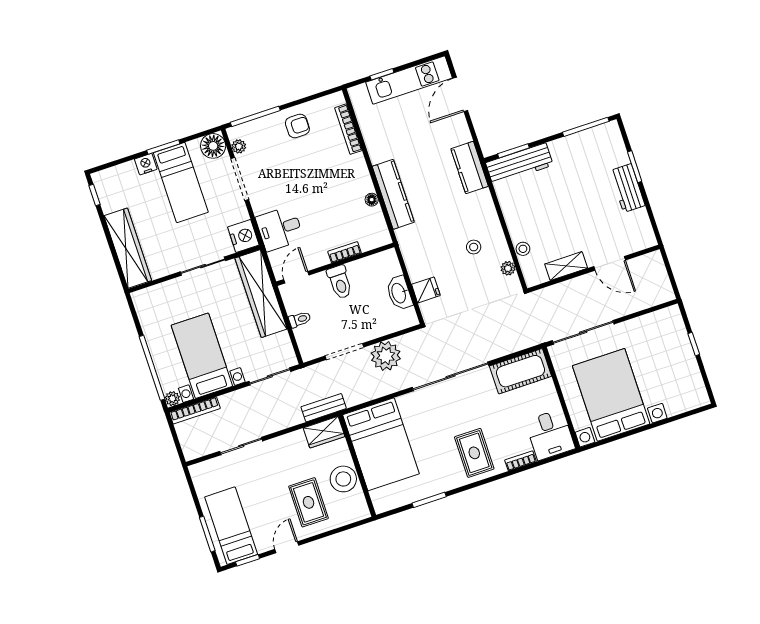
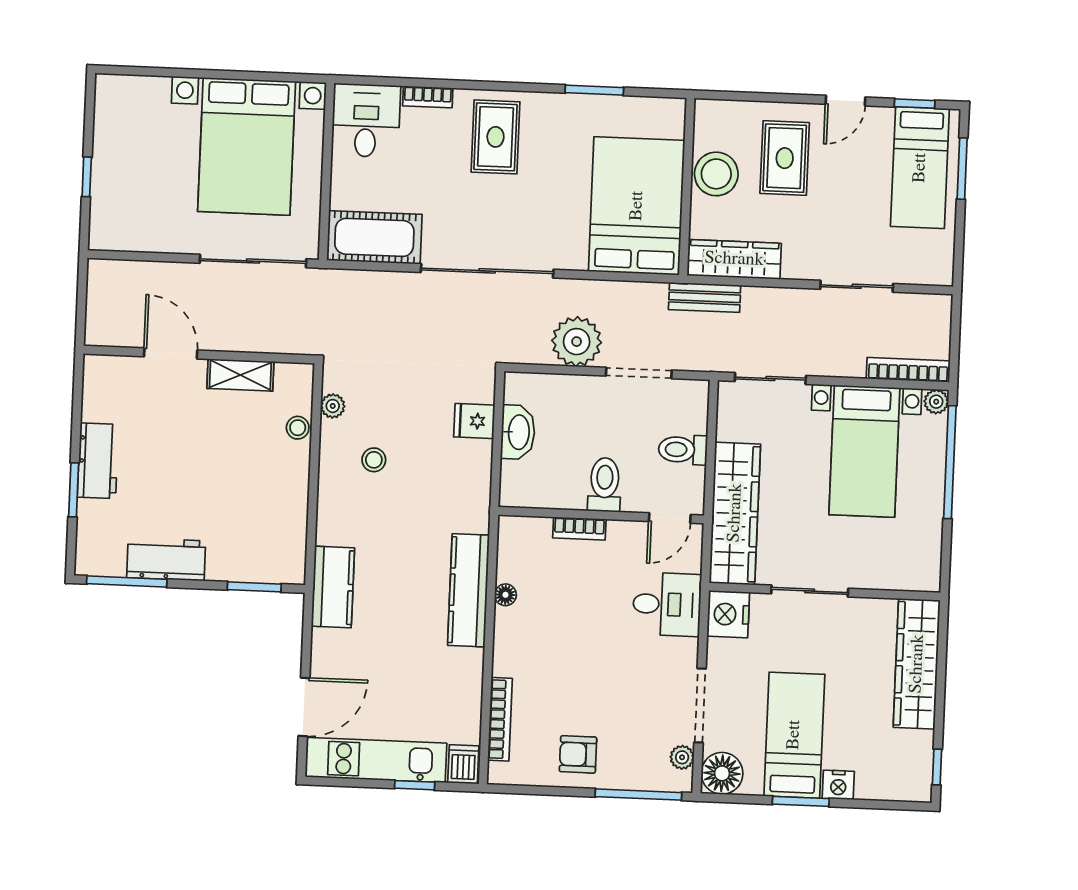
dishwasher: (359, 96) -> (463, 764), added
workbench: (519, 164) -> (166, 559), moved, width x0.73
toilet: (300, 319) -> (683, 450), width x1.37, depth x1.39
wardrobe: (324, 432) -> (734, 259), width x1.50

